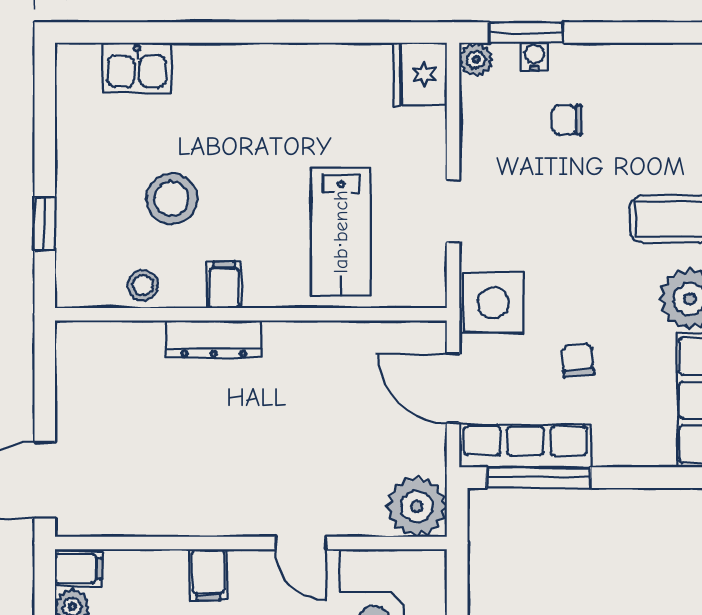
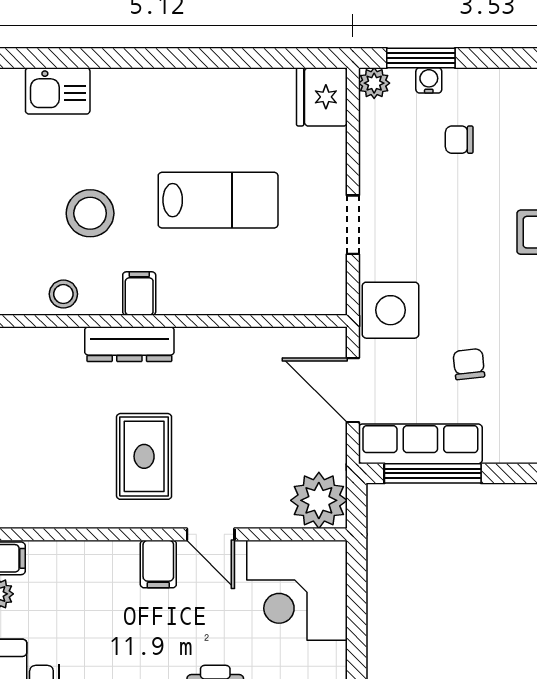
lab bench: (341, 232) -> (218, 200), moved, turned -90
rug: (229, 459) -> (144, 456), added
filing cabinet: (208, 575) -> (158, 564), moved

